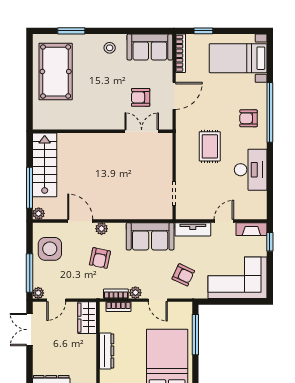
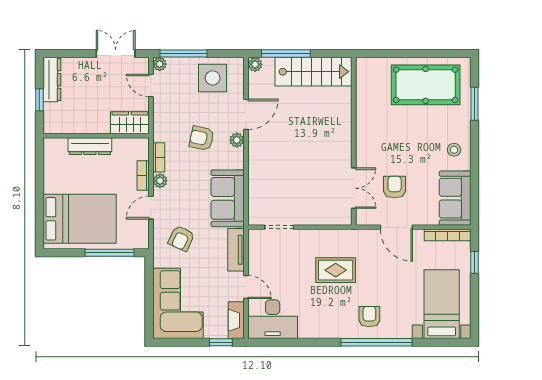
desk: (251, 170) -> (273, 319), moved
bookcase: (118, 307) -> (143, 175), moved

